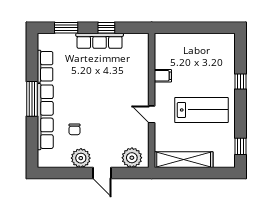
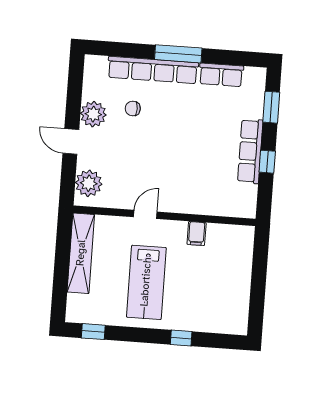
door: (102, 173) -> (71, 141), hinge flipped

